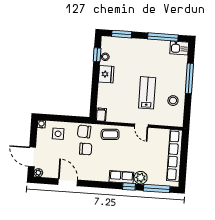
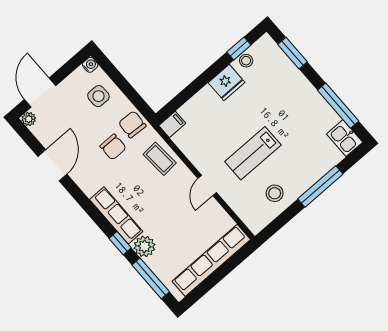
lab bench: (147, 93) -> (253, 153), turned 180
row of seats: (121, 177) -> (116, 215), width x1.48

